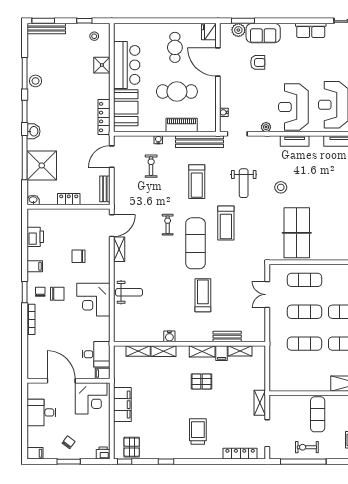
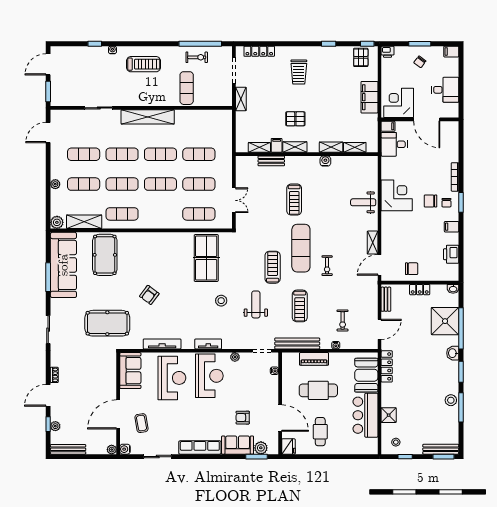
row of seats: (311, 30) -> (200, 448), width x1.48
treadmill: (197, 182) -> (300, 306), turned 180
chair: (78, 256) -> (412, 269), moved

